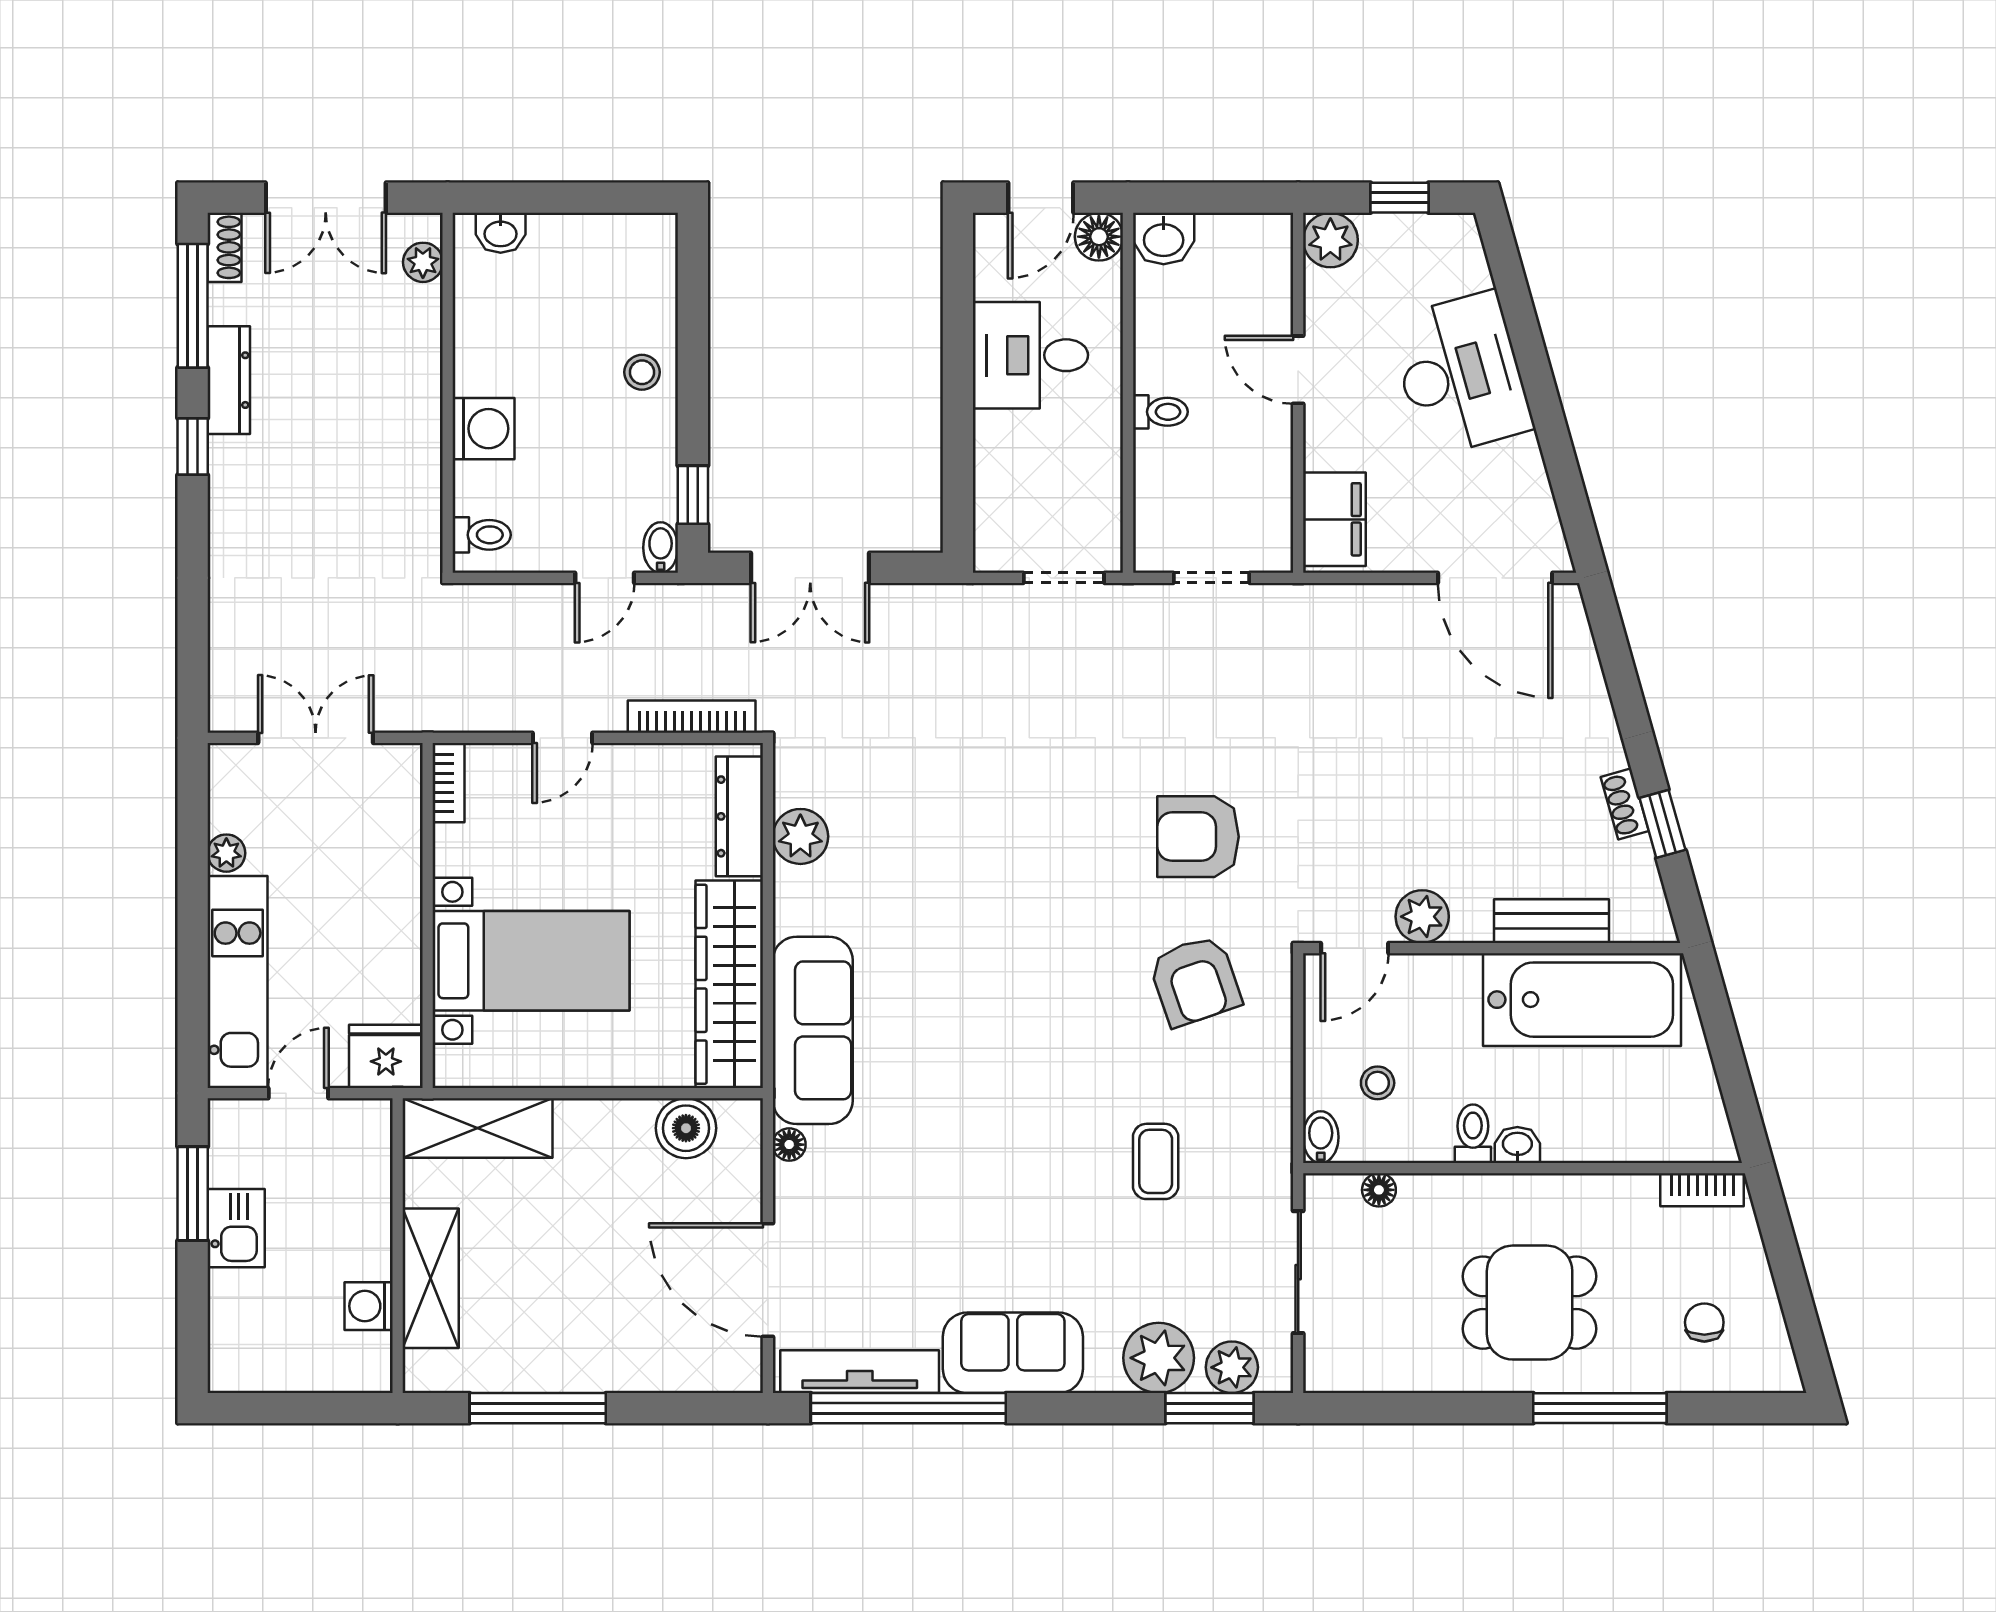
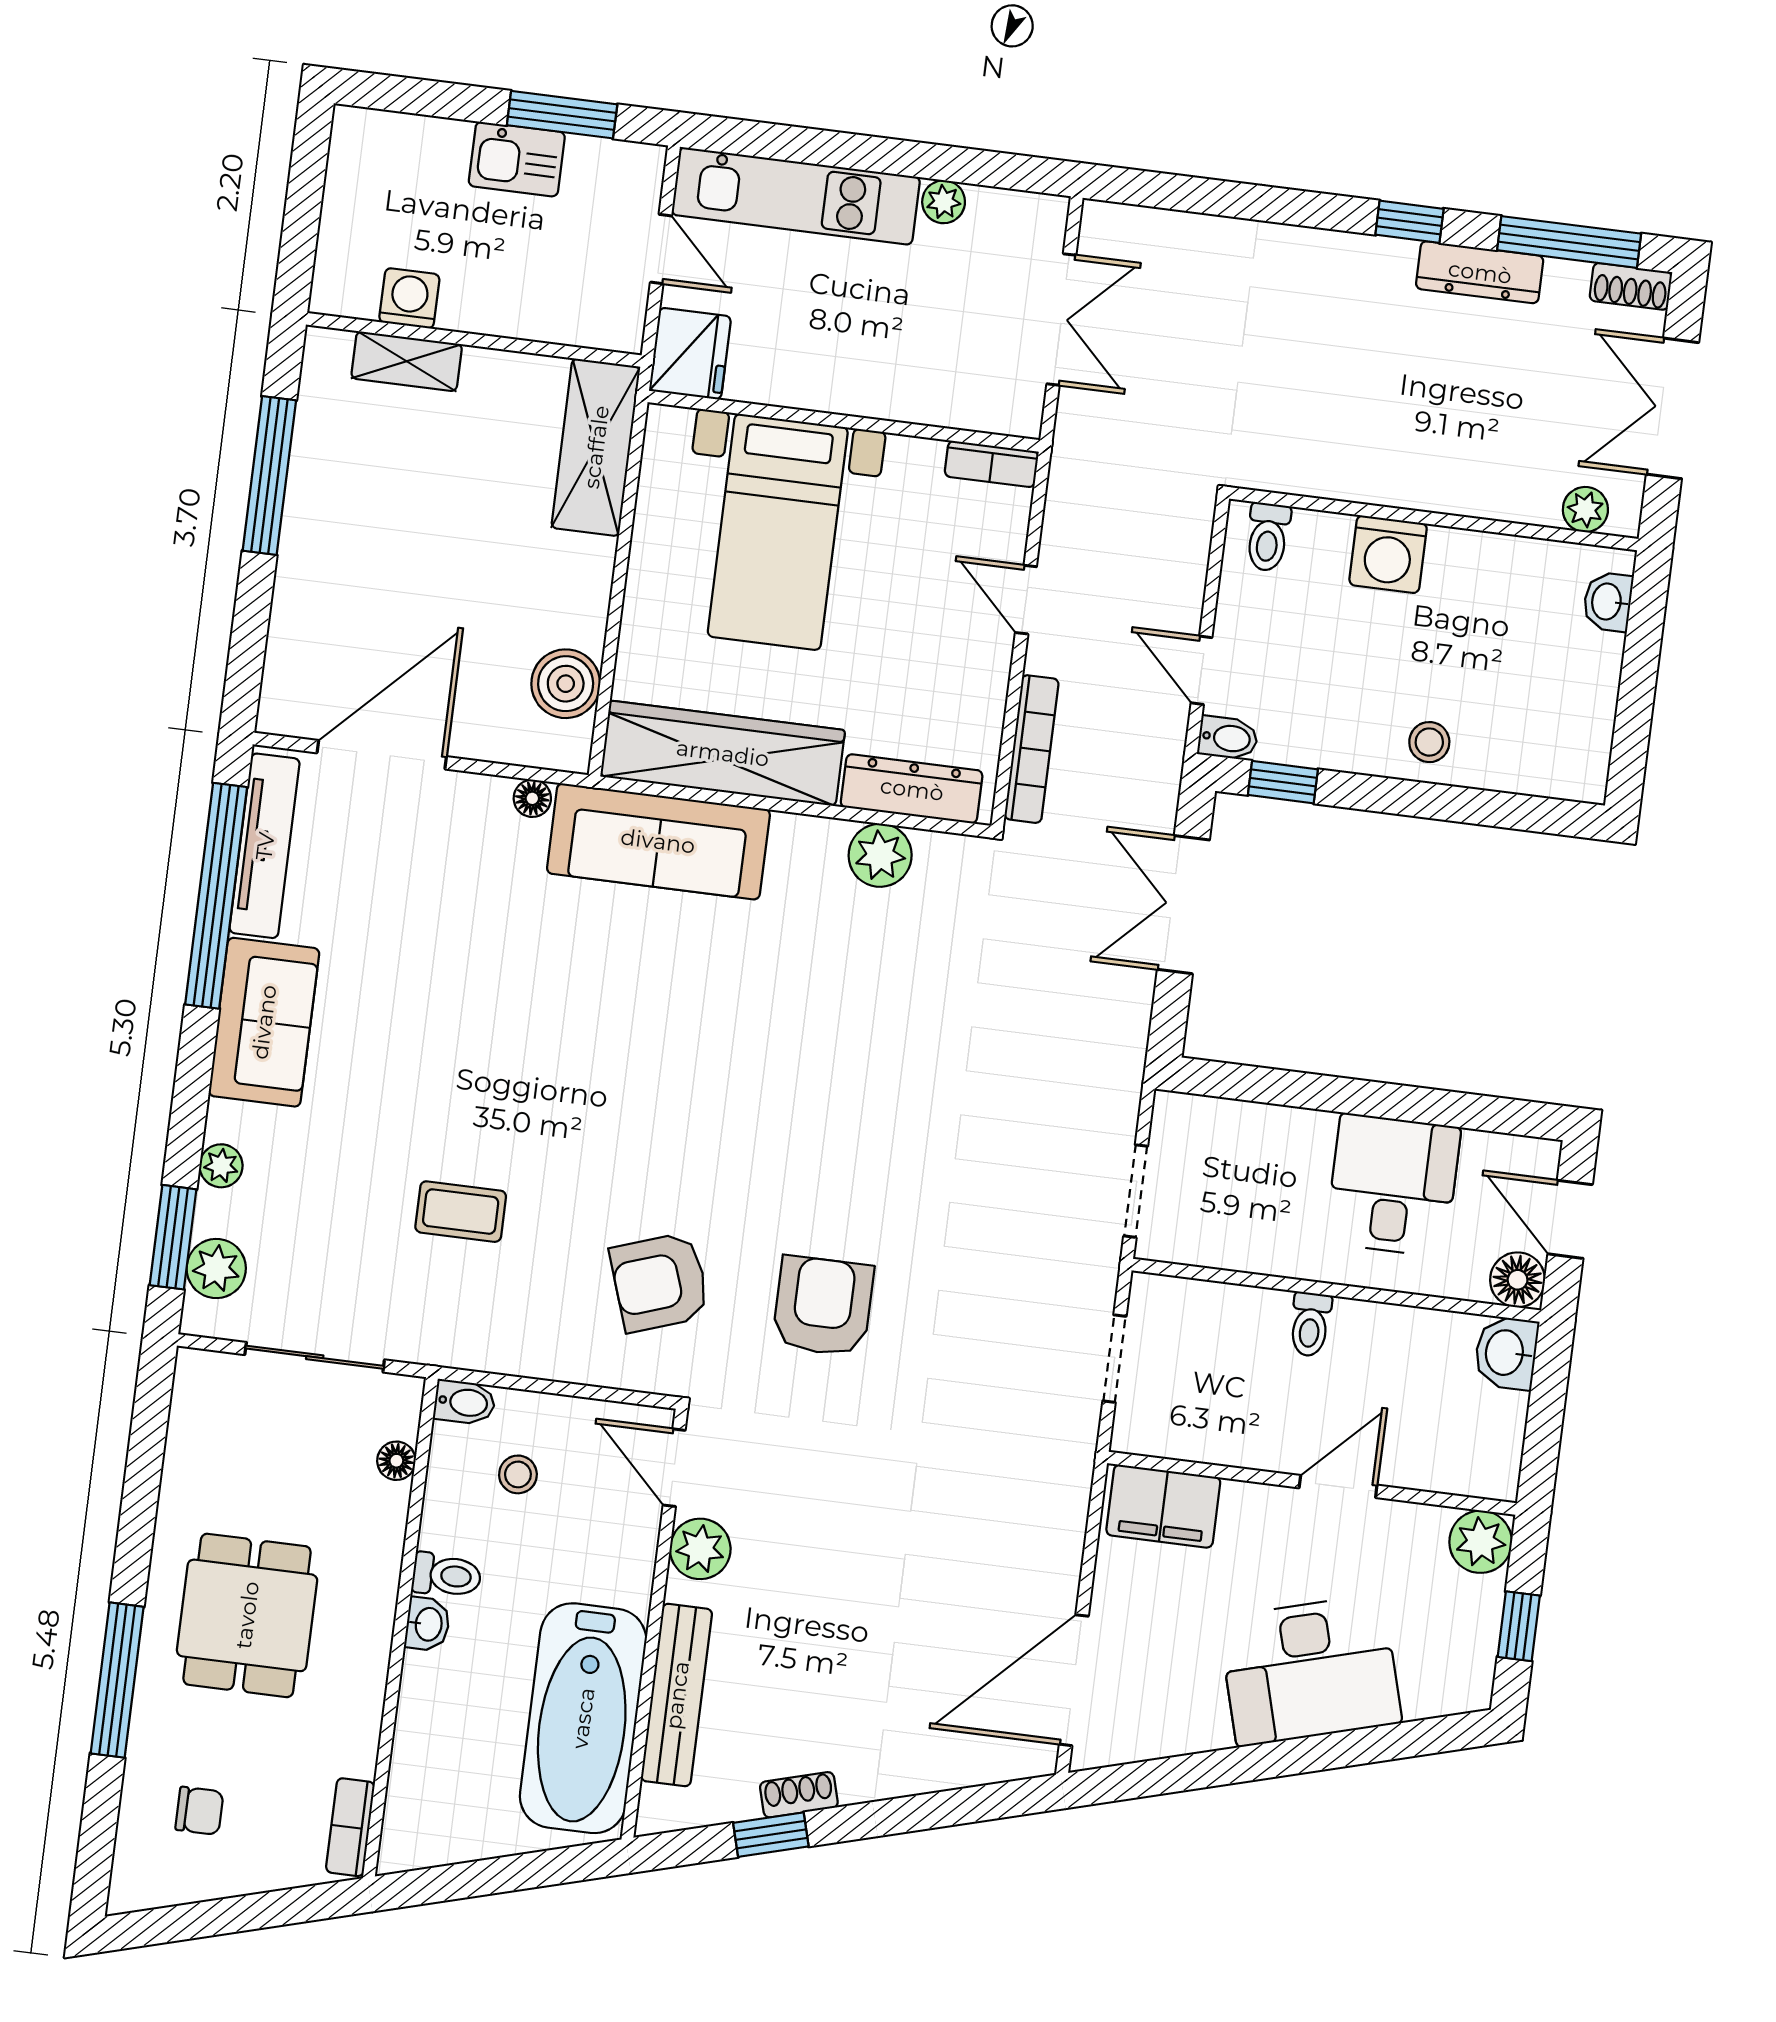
bench: (1552, 921) -> (677, 1695), width x1.36
shelving: (431, 1278) -> (407, 361), width x0.67, depth x0.75
plant: (1159, 1358) -> (221, 1166), width x0.53, depth x0.53

